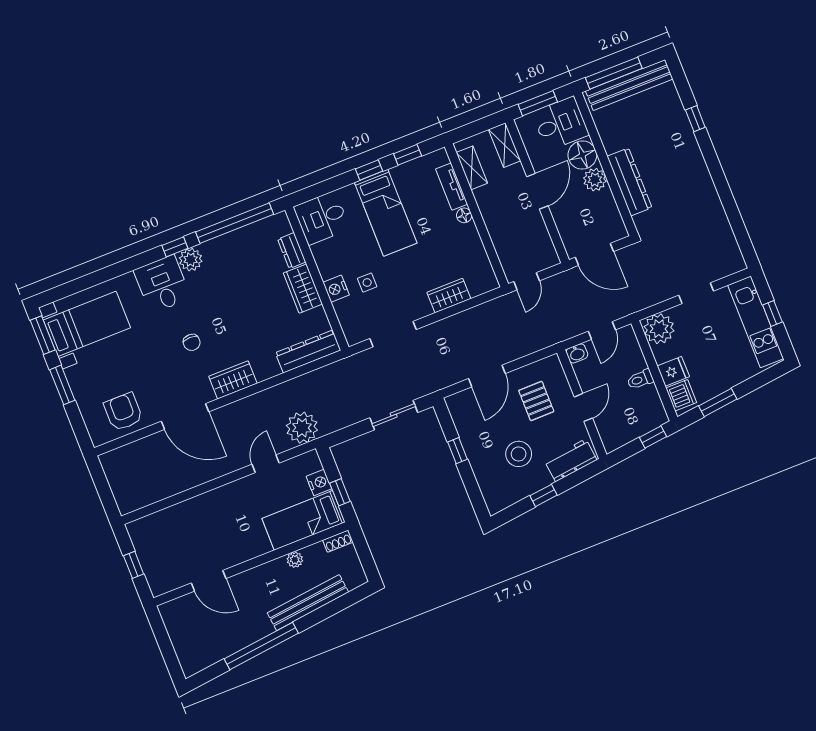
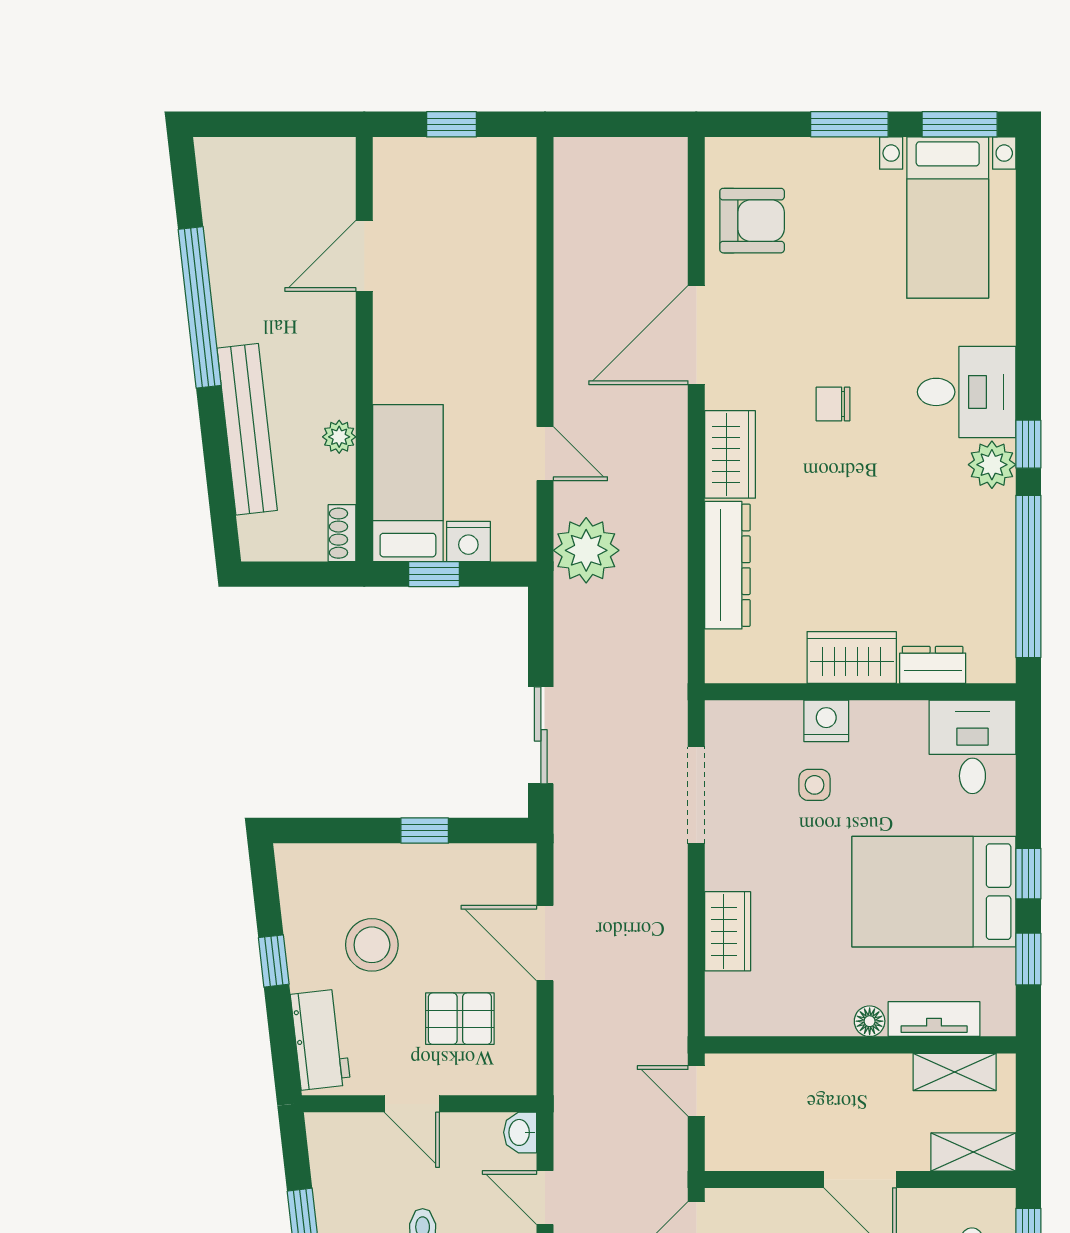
bed: (386, 213) -> (934, 892), width x1.50
dresser: (308, 351) -> (727, 565), moved

